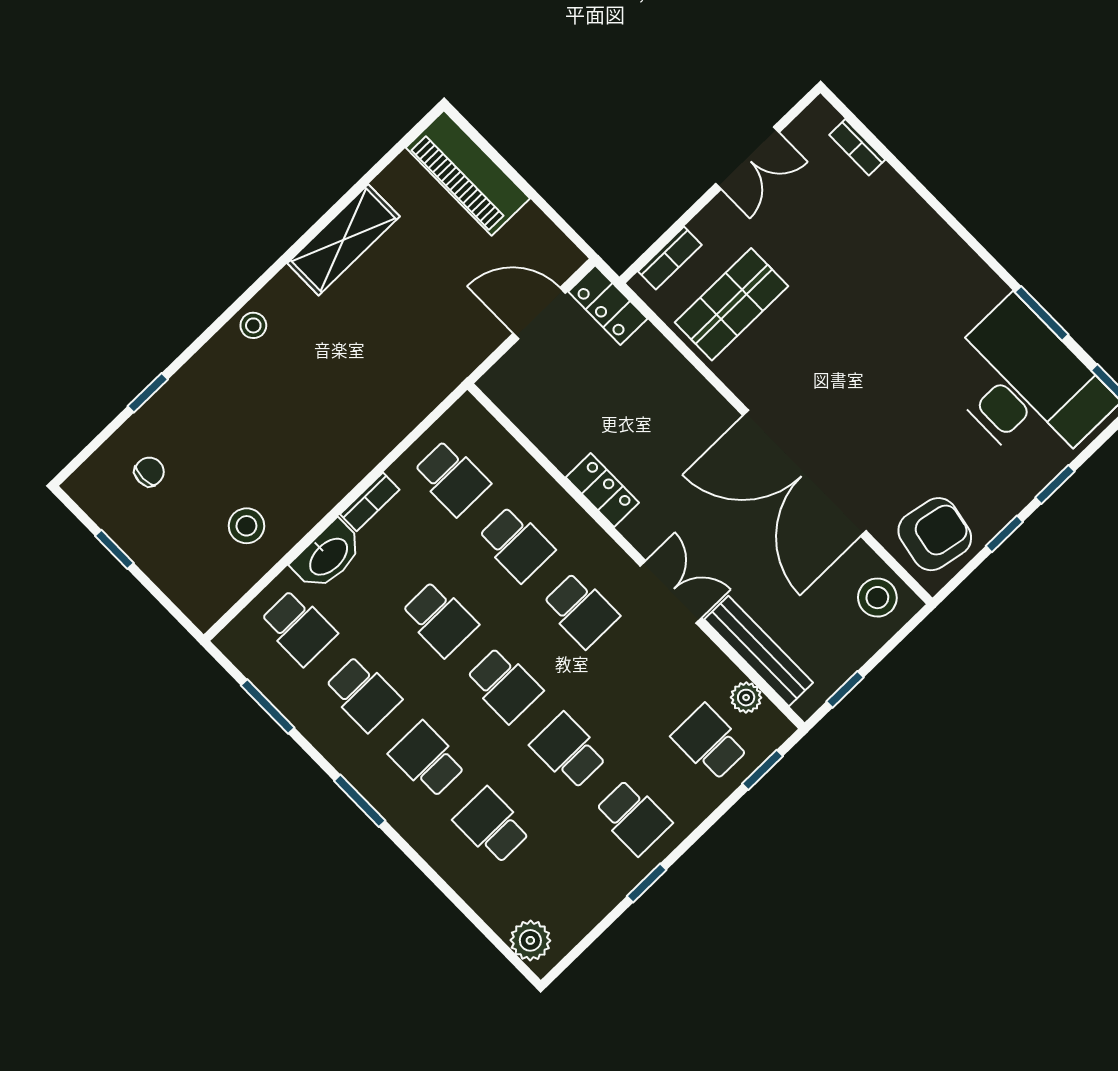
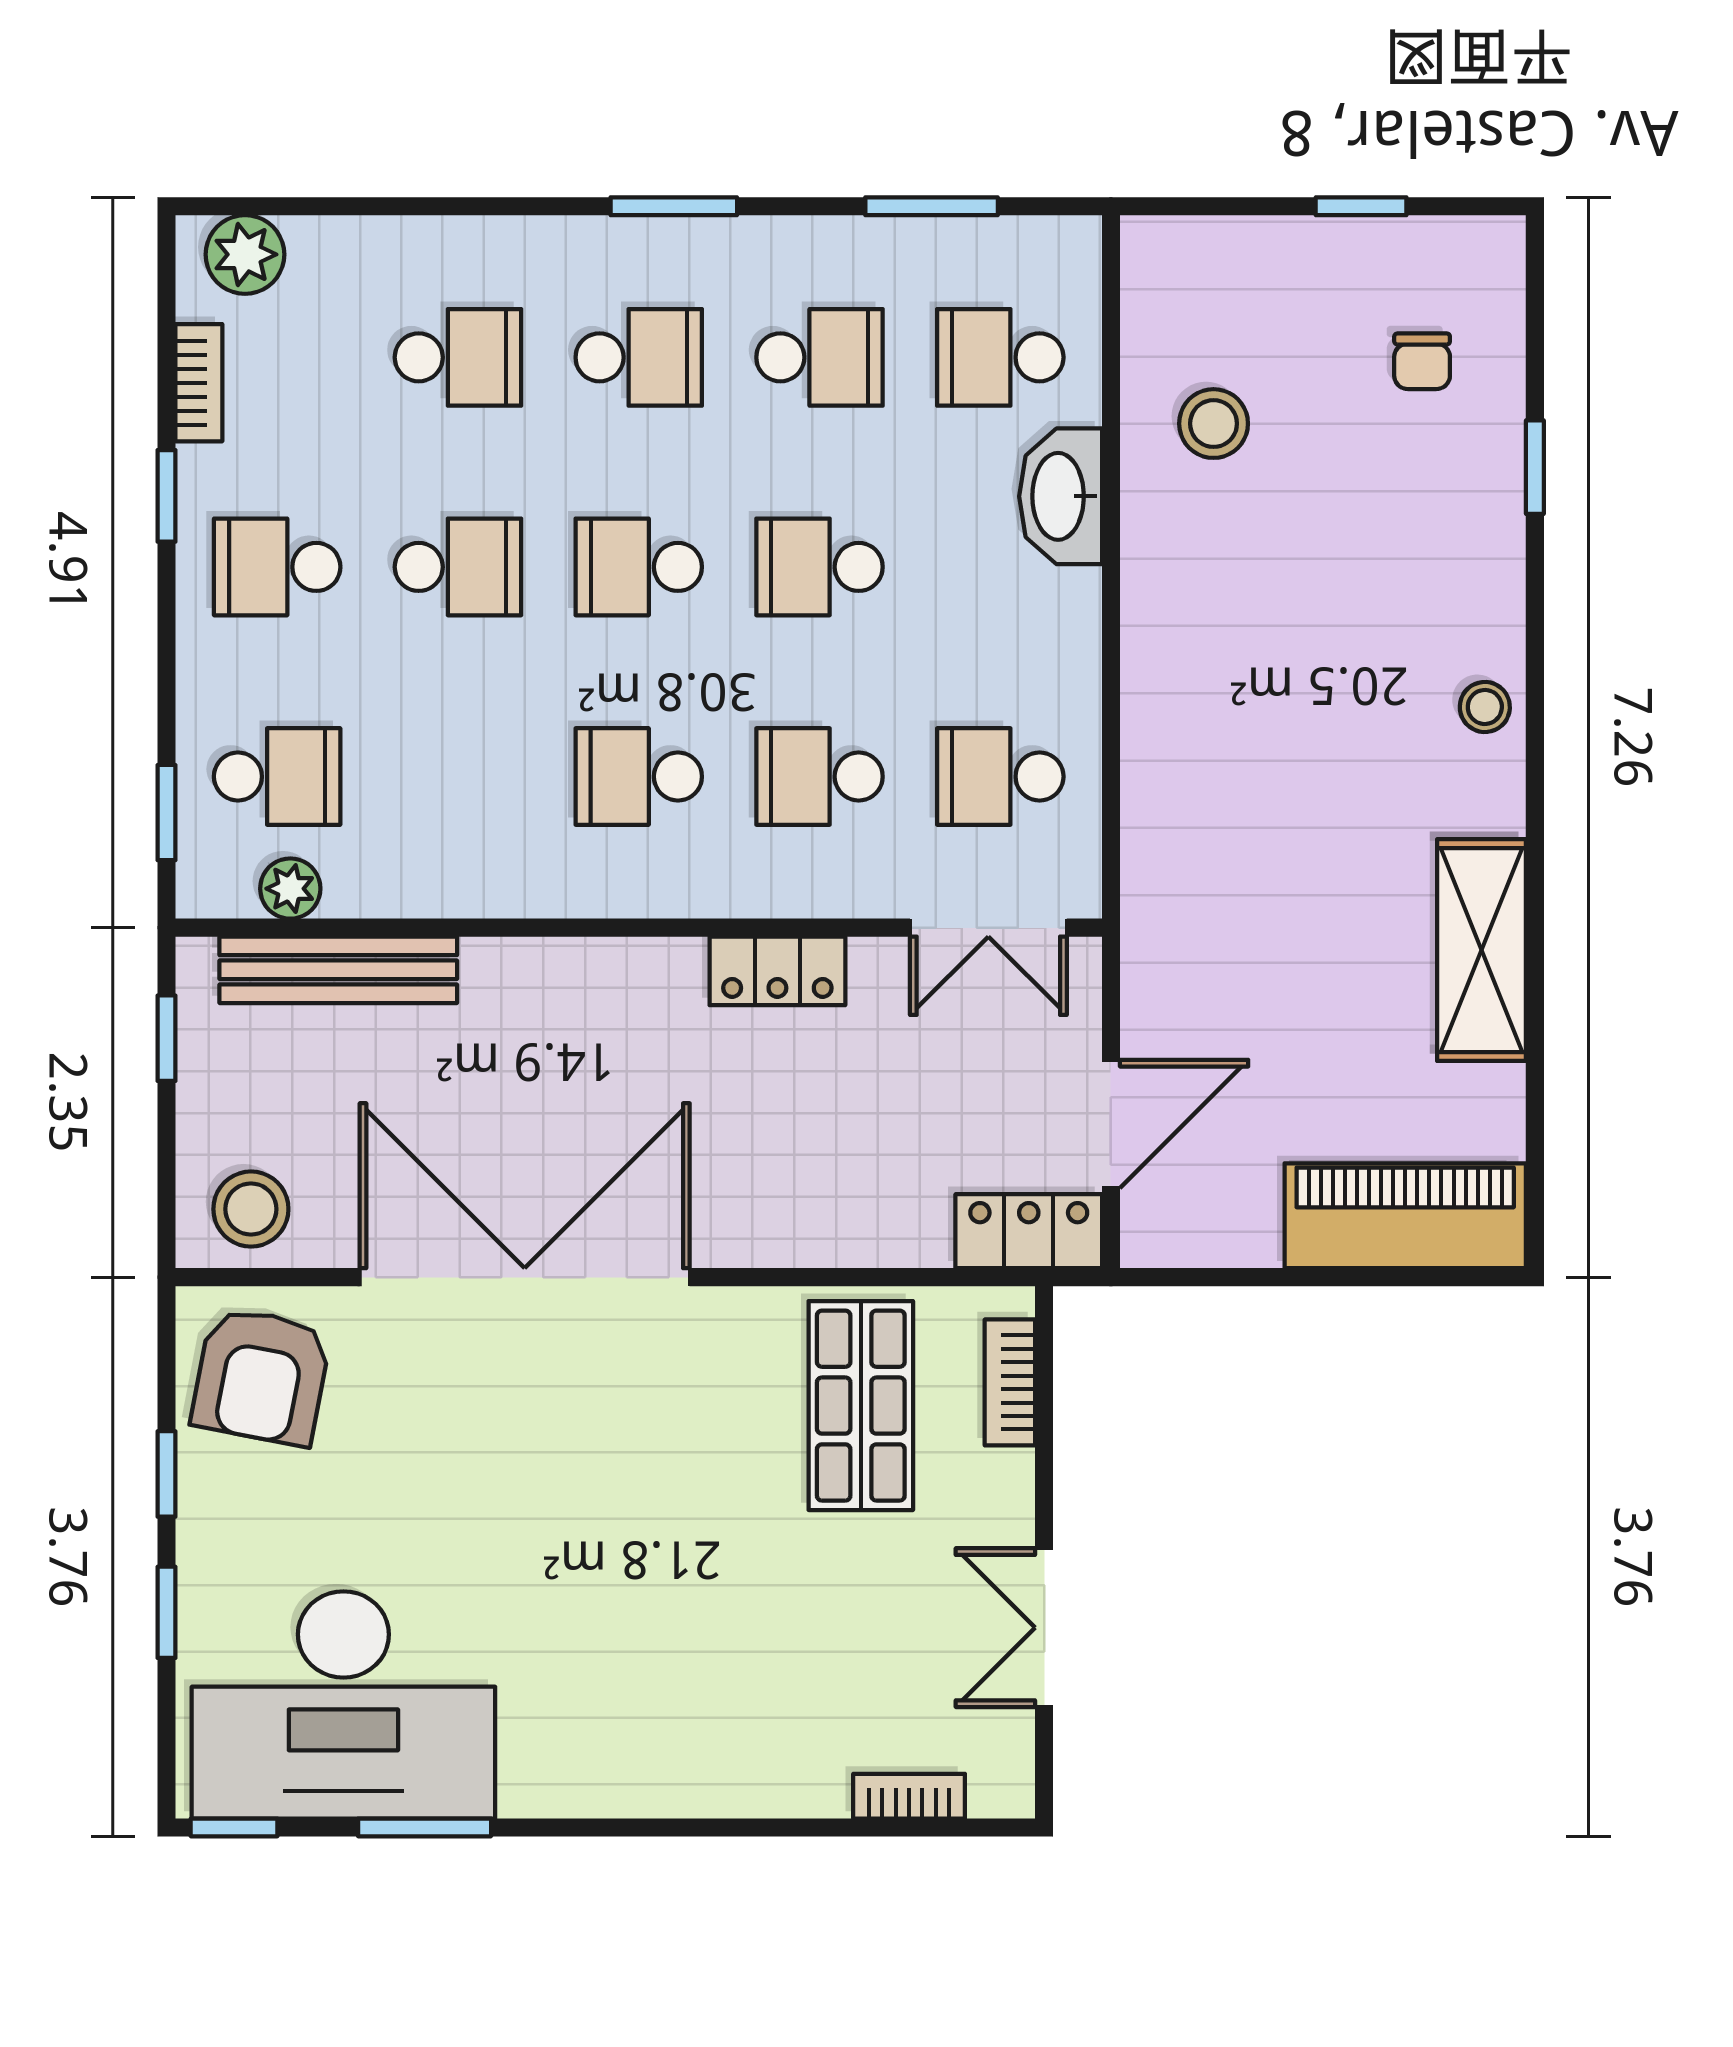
bookcase: (370, 502) -> (199, 383), moved, turned 180
double door: (671, 592) -> (988, 928), moved
school desk: (363, 694) -> (820, 357), turned 180

